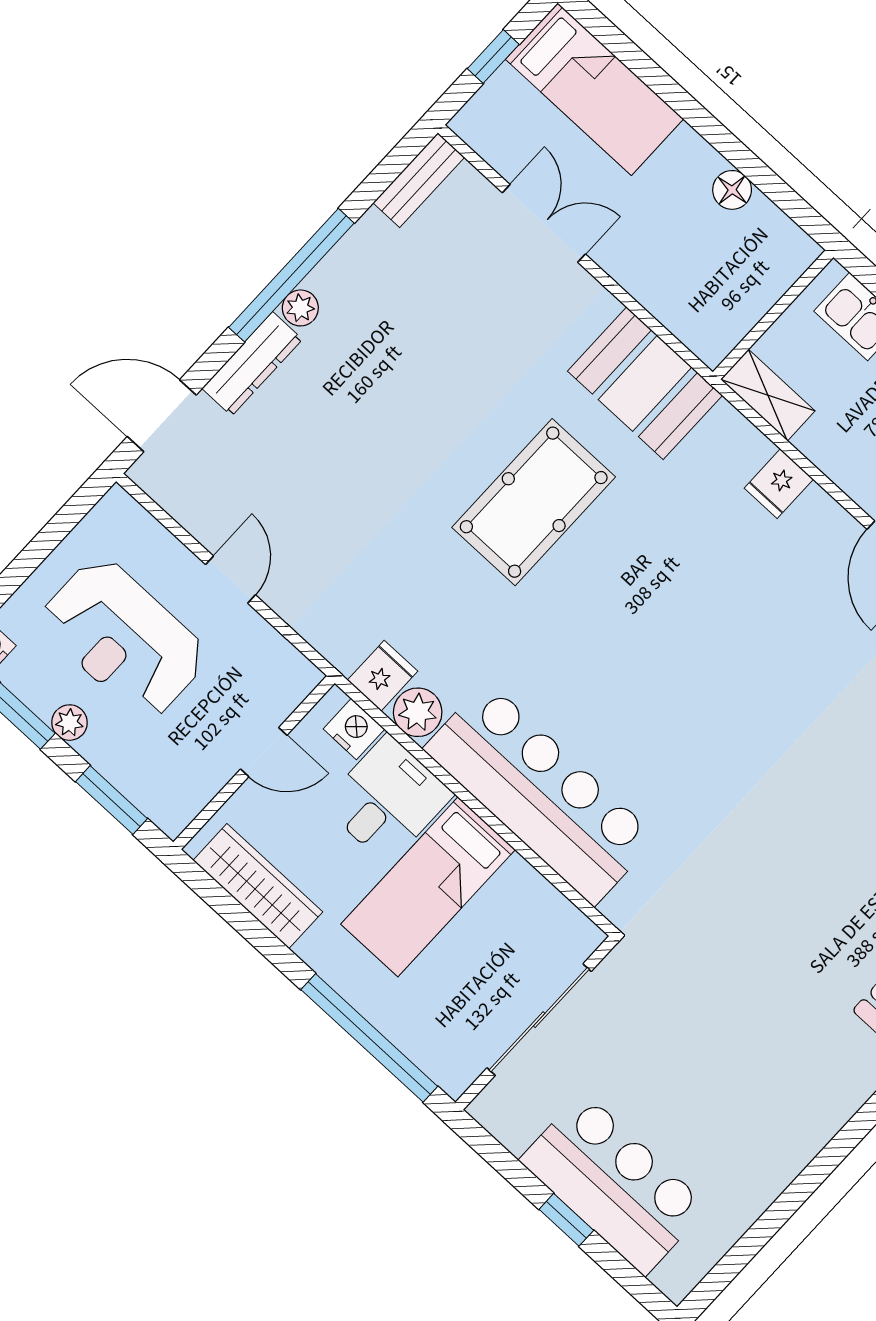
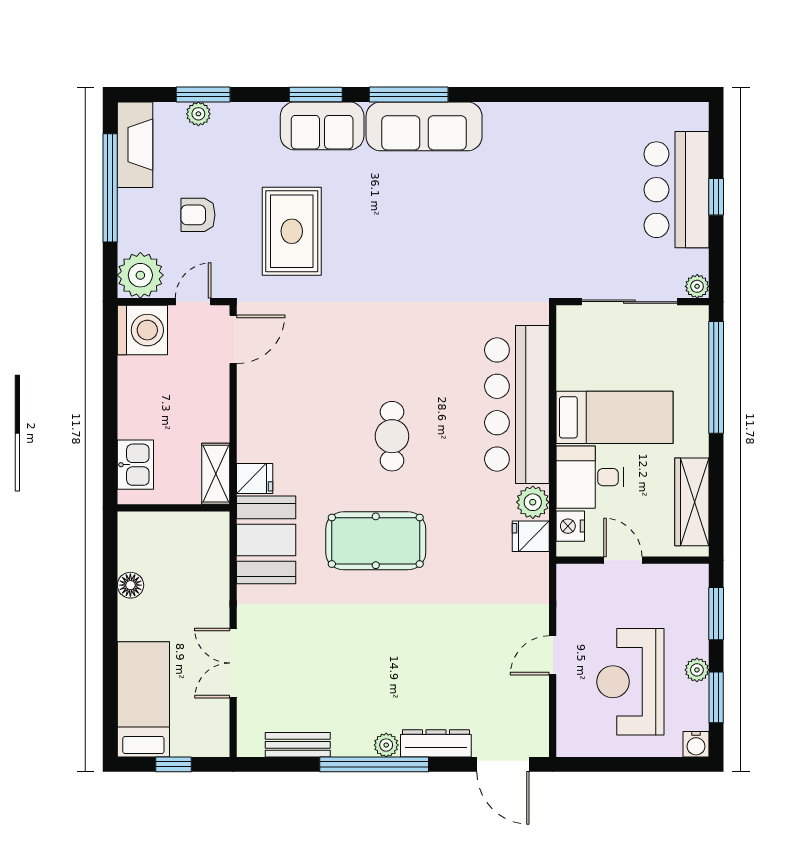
bench: (419, 180) -> (298, 745), moved
fridge: (779, 484) -> (255, 478), moved
cafe table: (631, 625) -> (392, 436), added
reception desk: (124, 638) -> (630, 682), turned 180
plant: (488, 1109) -> (697, 286), added

